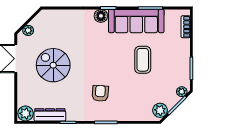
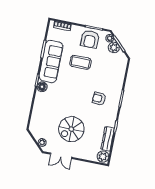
armchair: (175, 66) -> (90, 39), added
plant: (160, 110) -> (114, 47), moved

